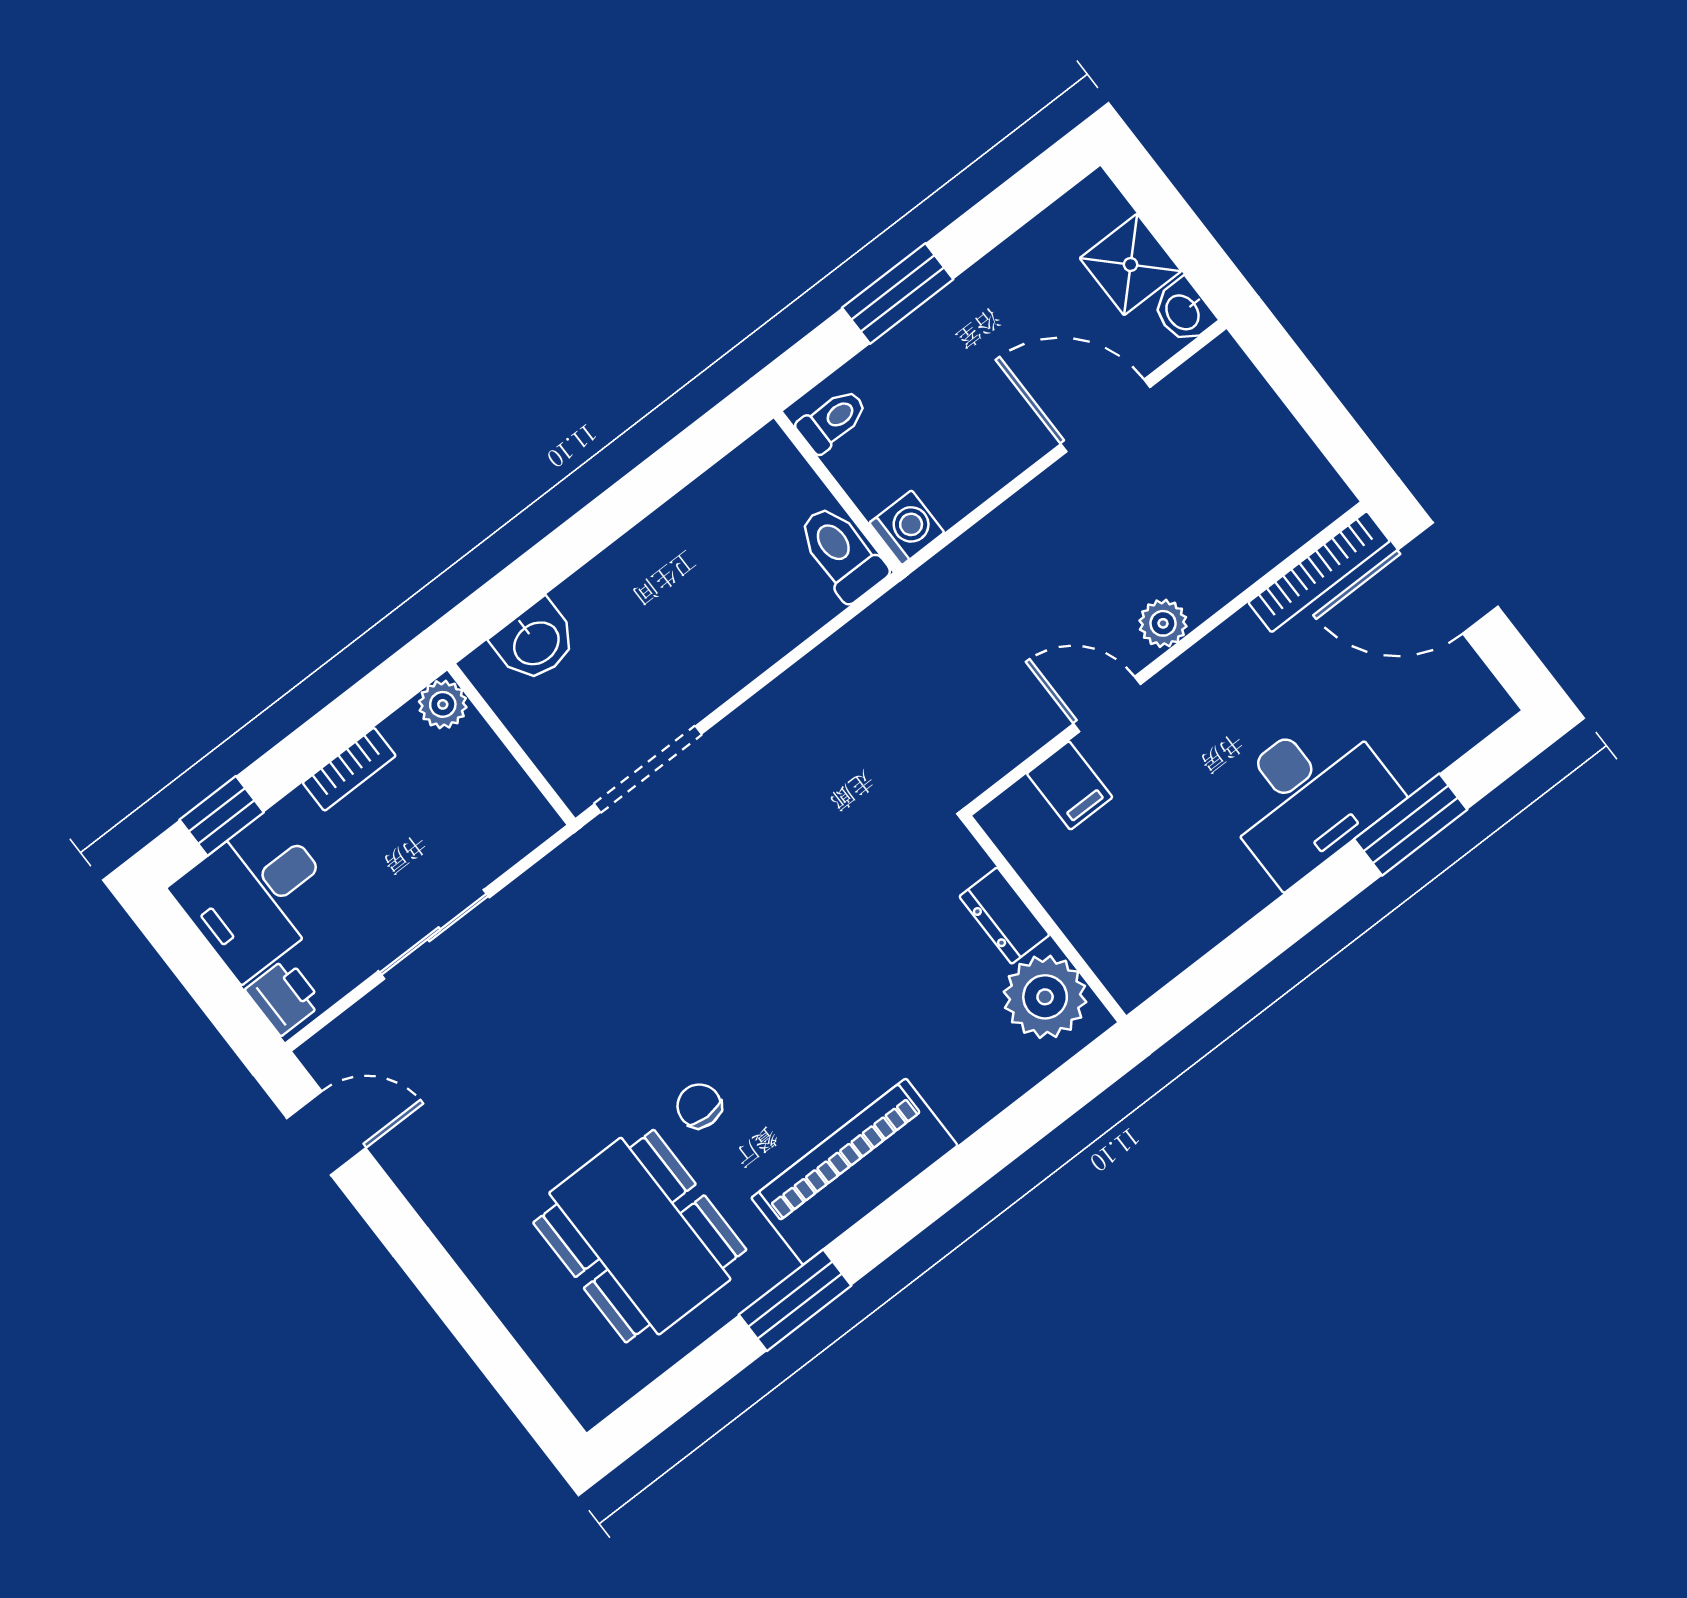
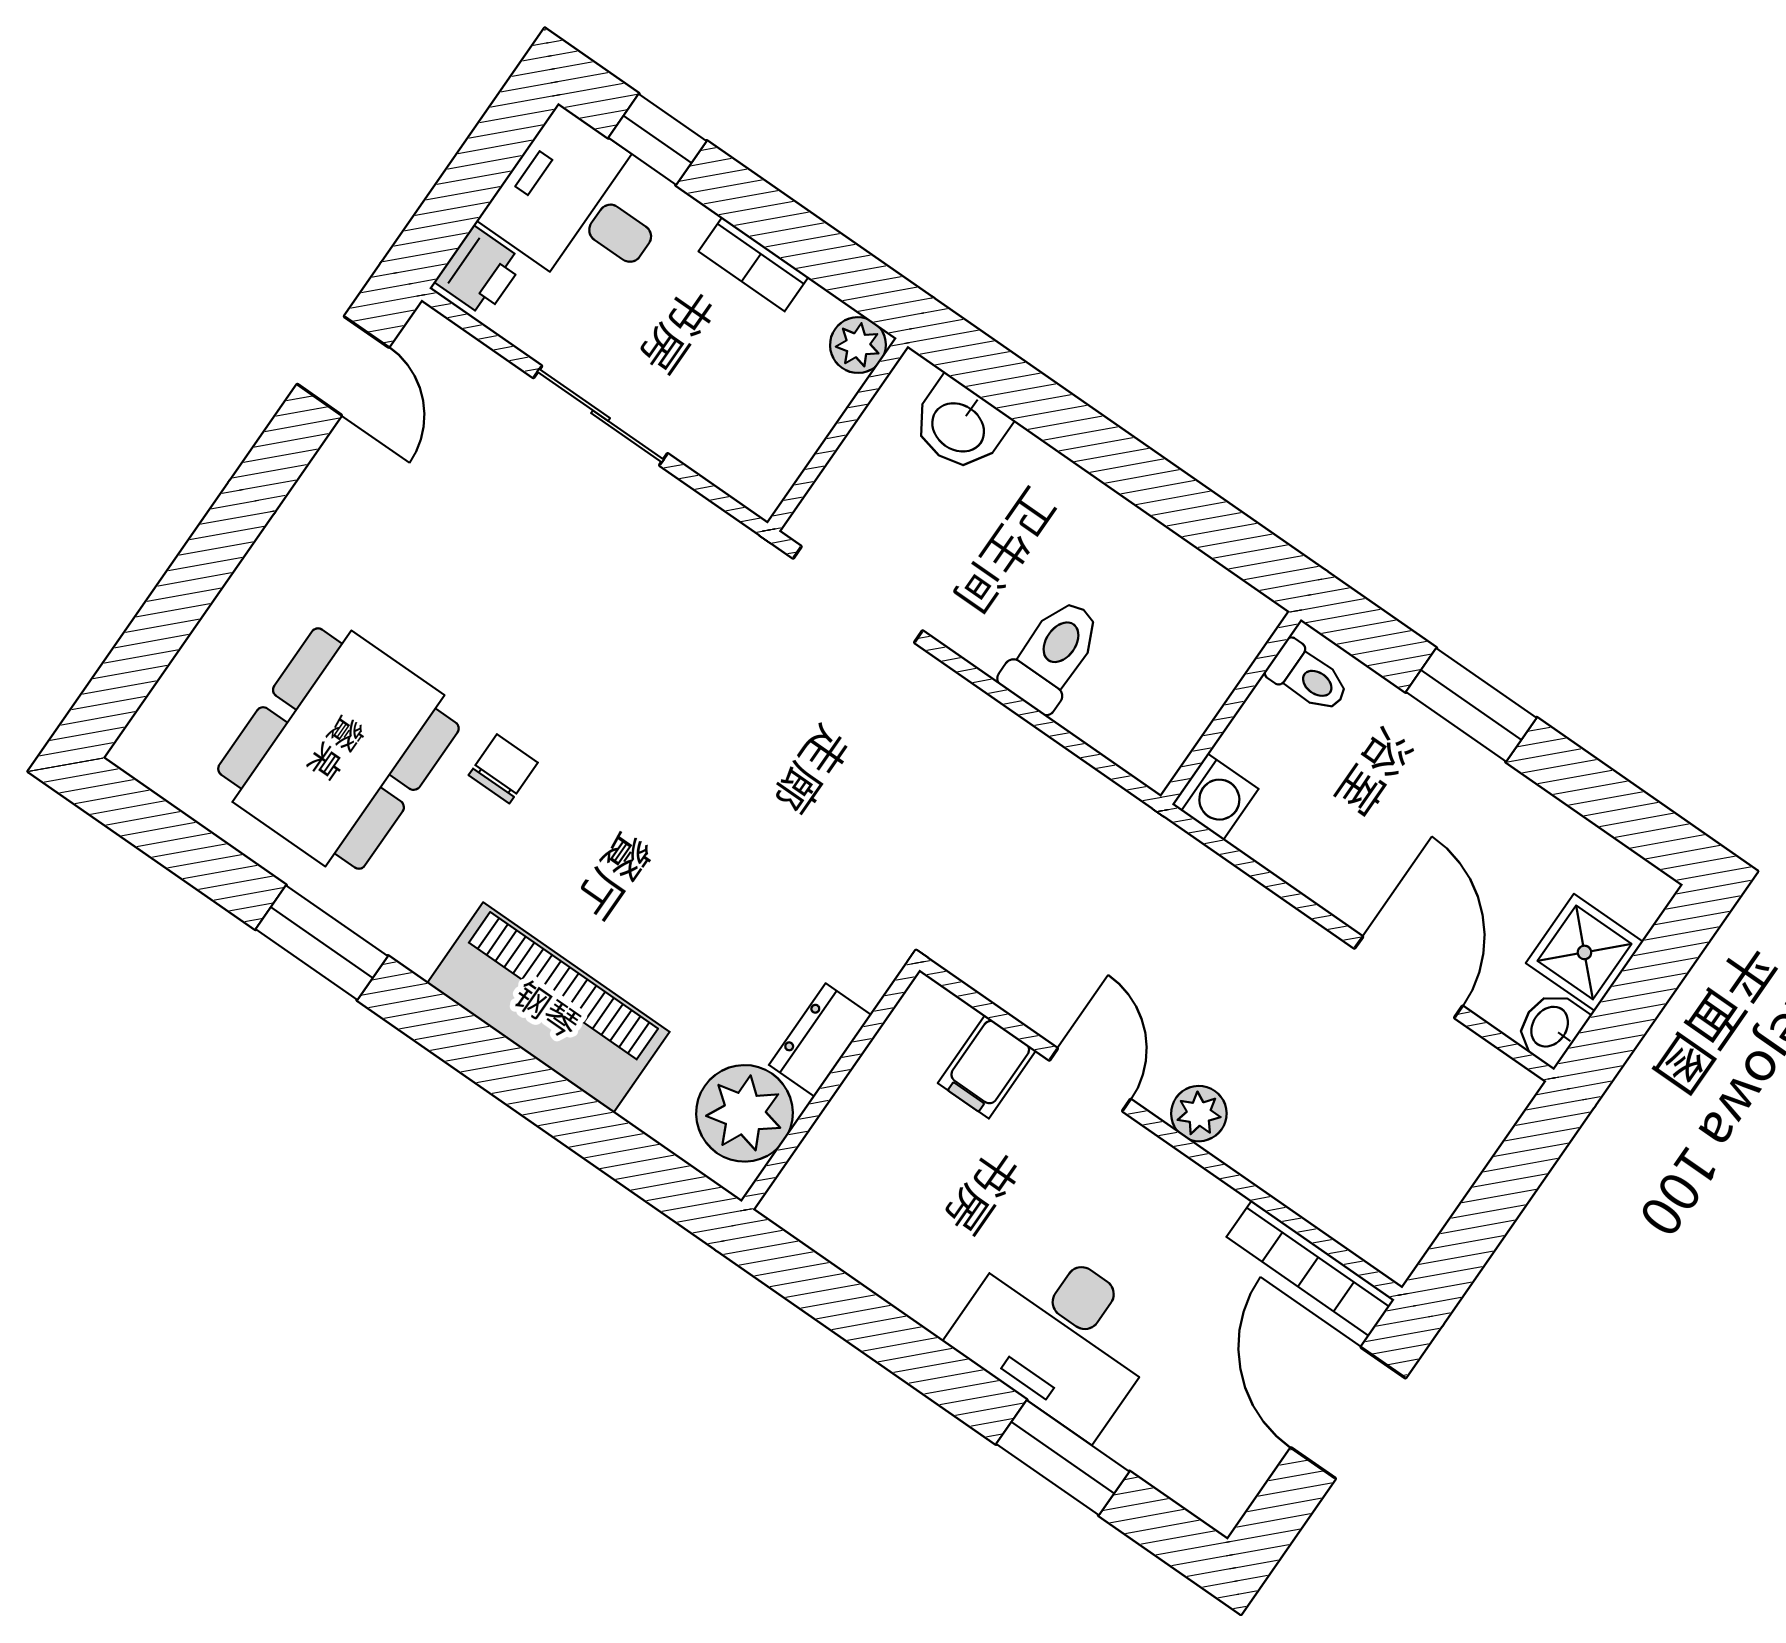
toilet: (841, 553) -> (1052, 655), moved
piano: (854, 1172) -> (548, 1008), moved

